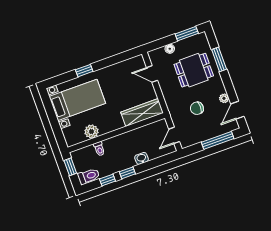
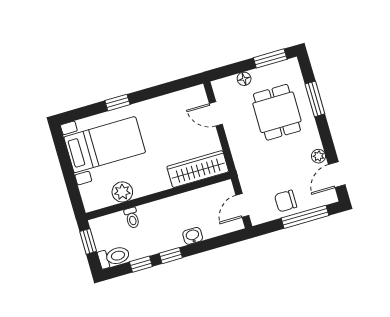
dining table: (194, 70) -> (277, 112), turned 90
chair: (197, 108) -> (286, 201), moved

